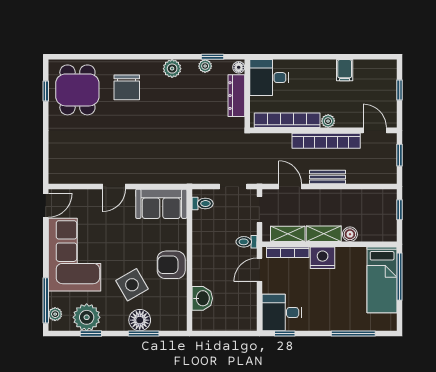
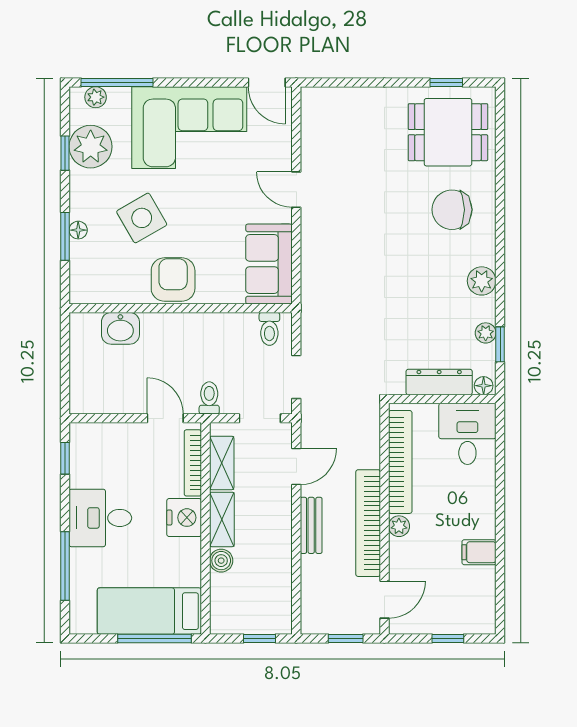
desk: (282, 312) -> (100, 518), moved, turned -90
floor lamp: (140, 320) -> (78, 230), width x0.53, depth x0.53

